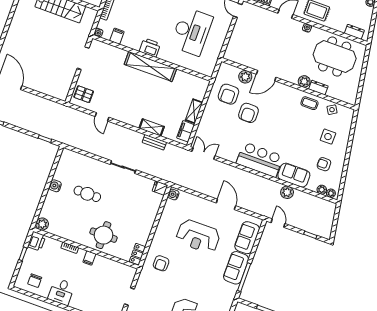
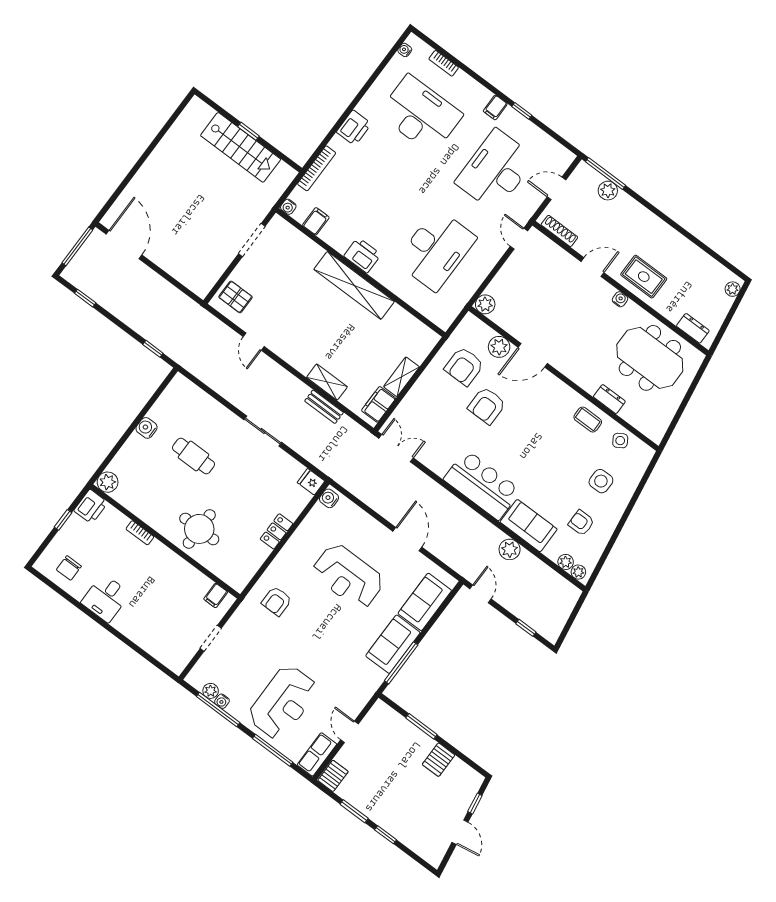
plant: (304, 81) -> (485, 304), moved
locker: (137, 254) -> (276, 531), moved
filing cabinet: (89, 258) -> (216, 596), moved

